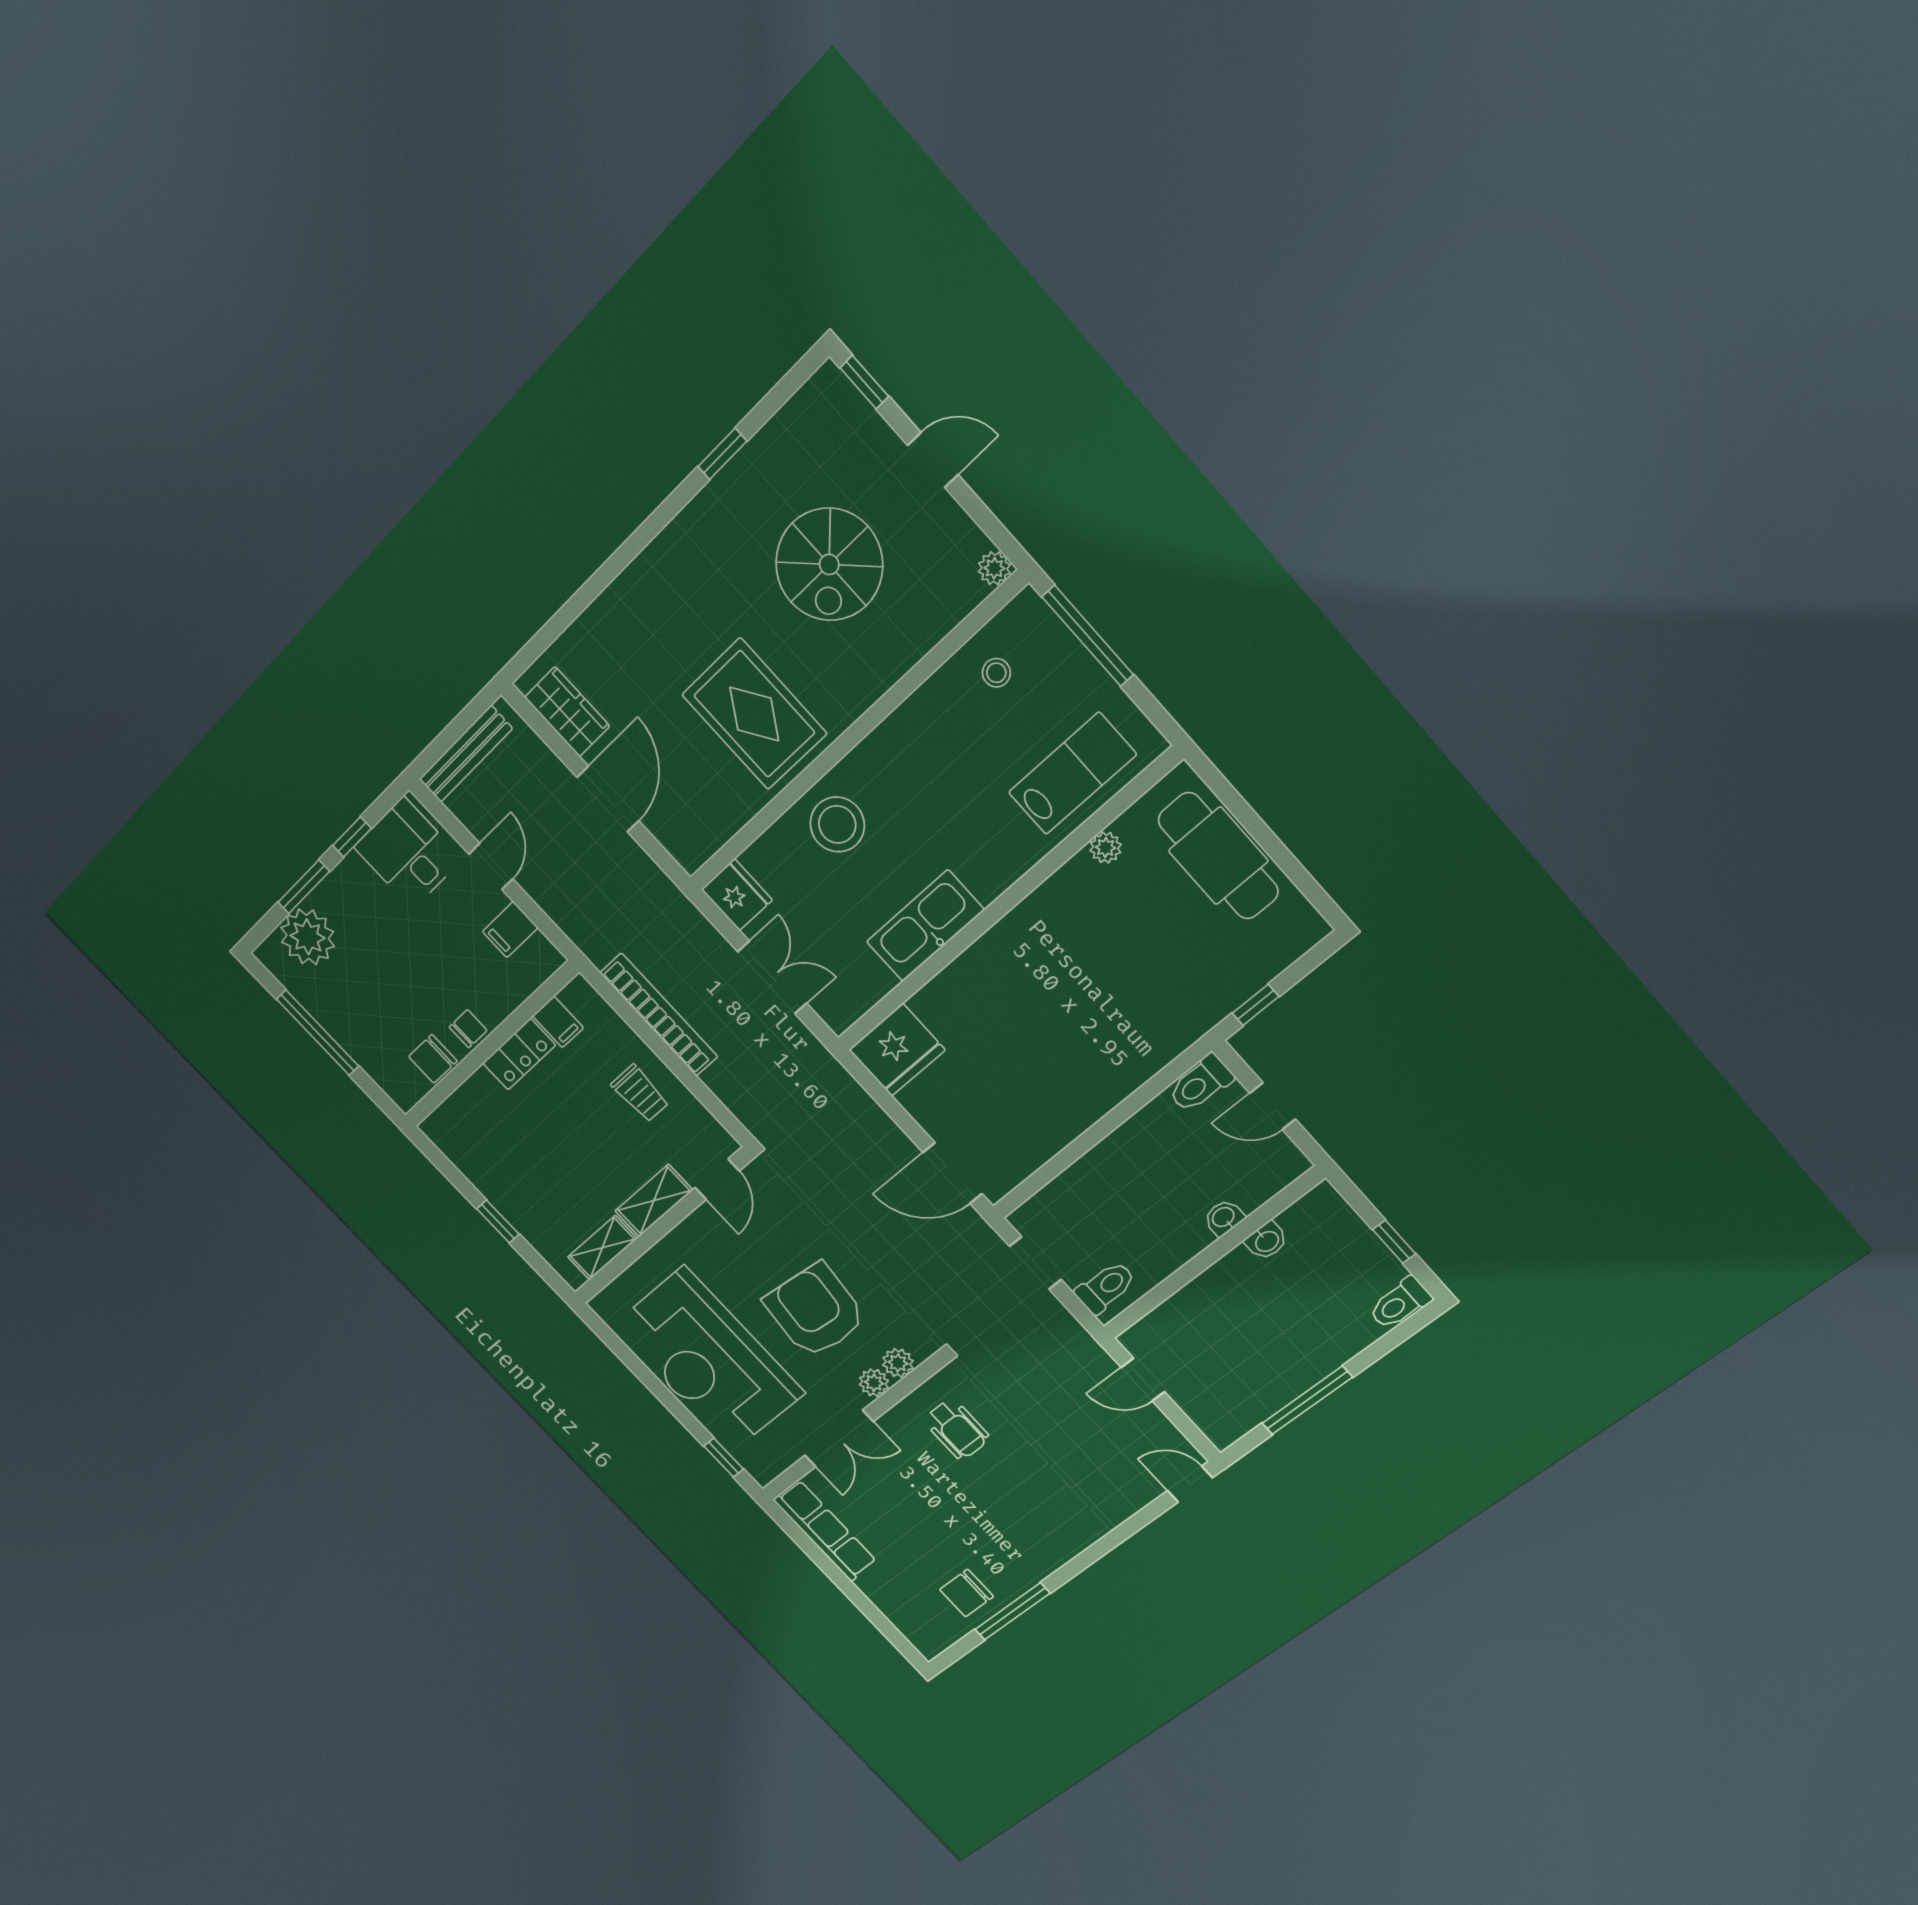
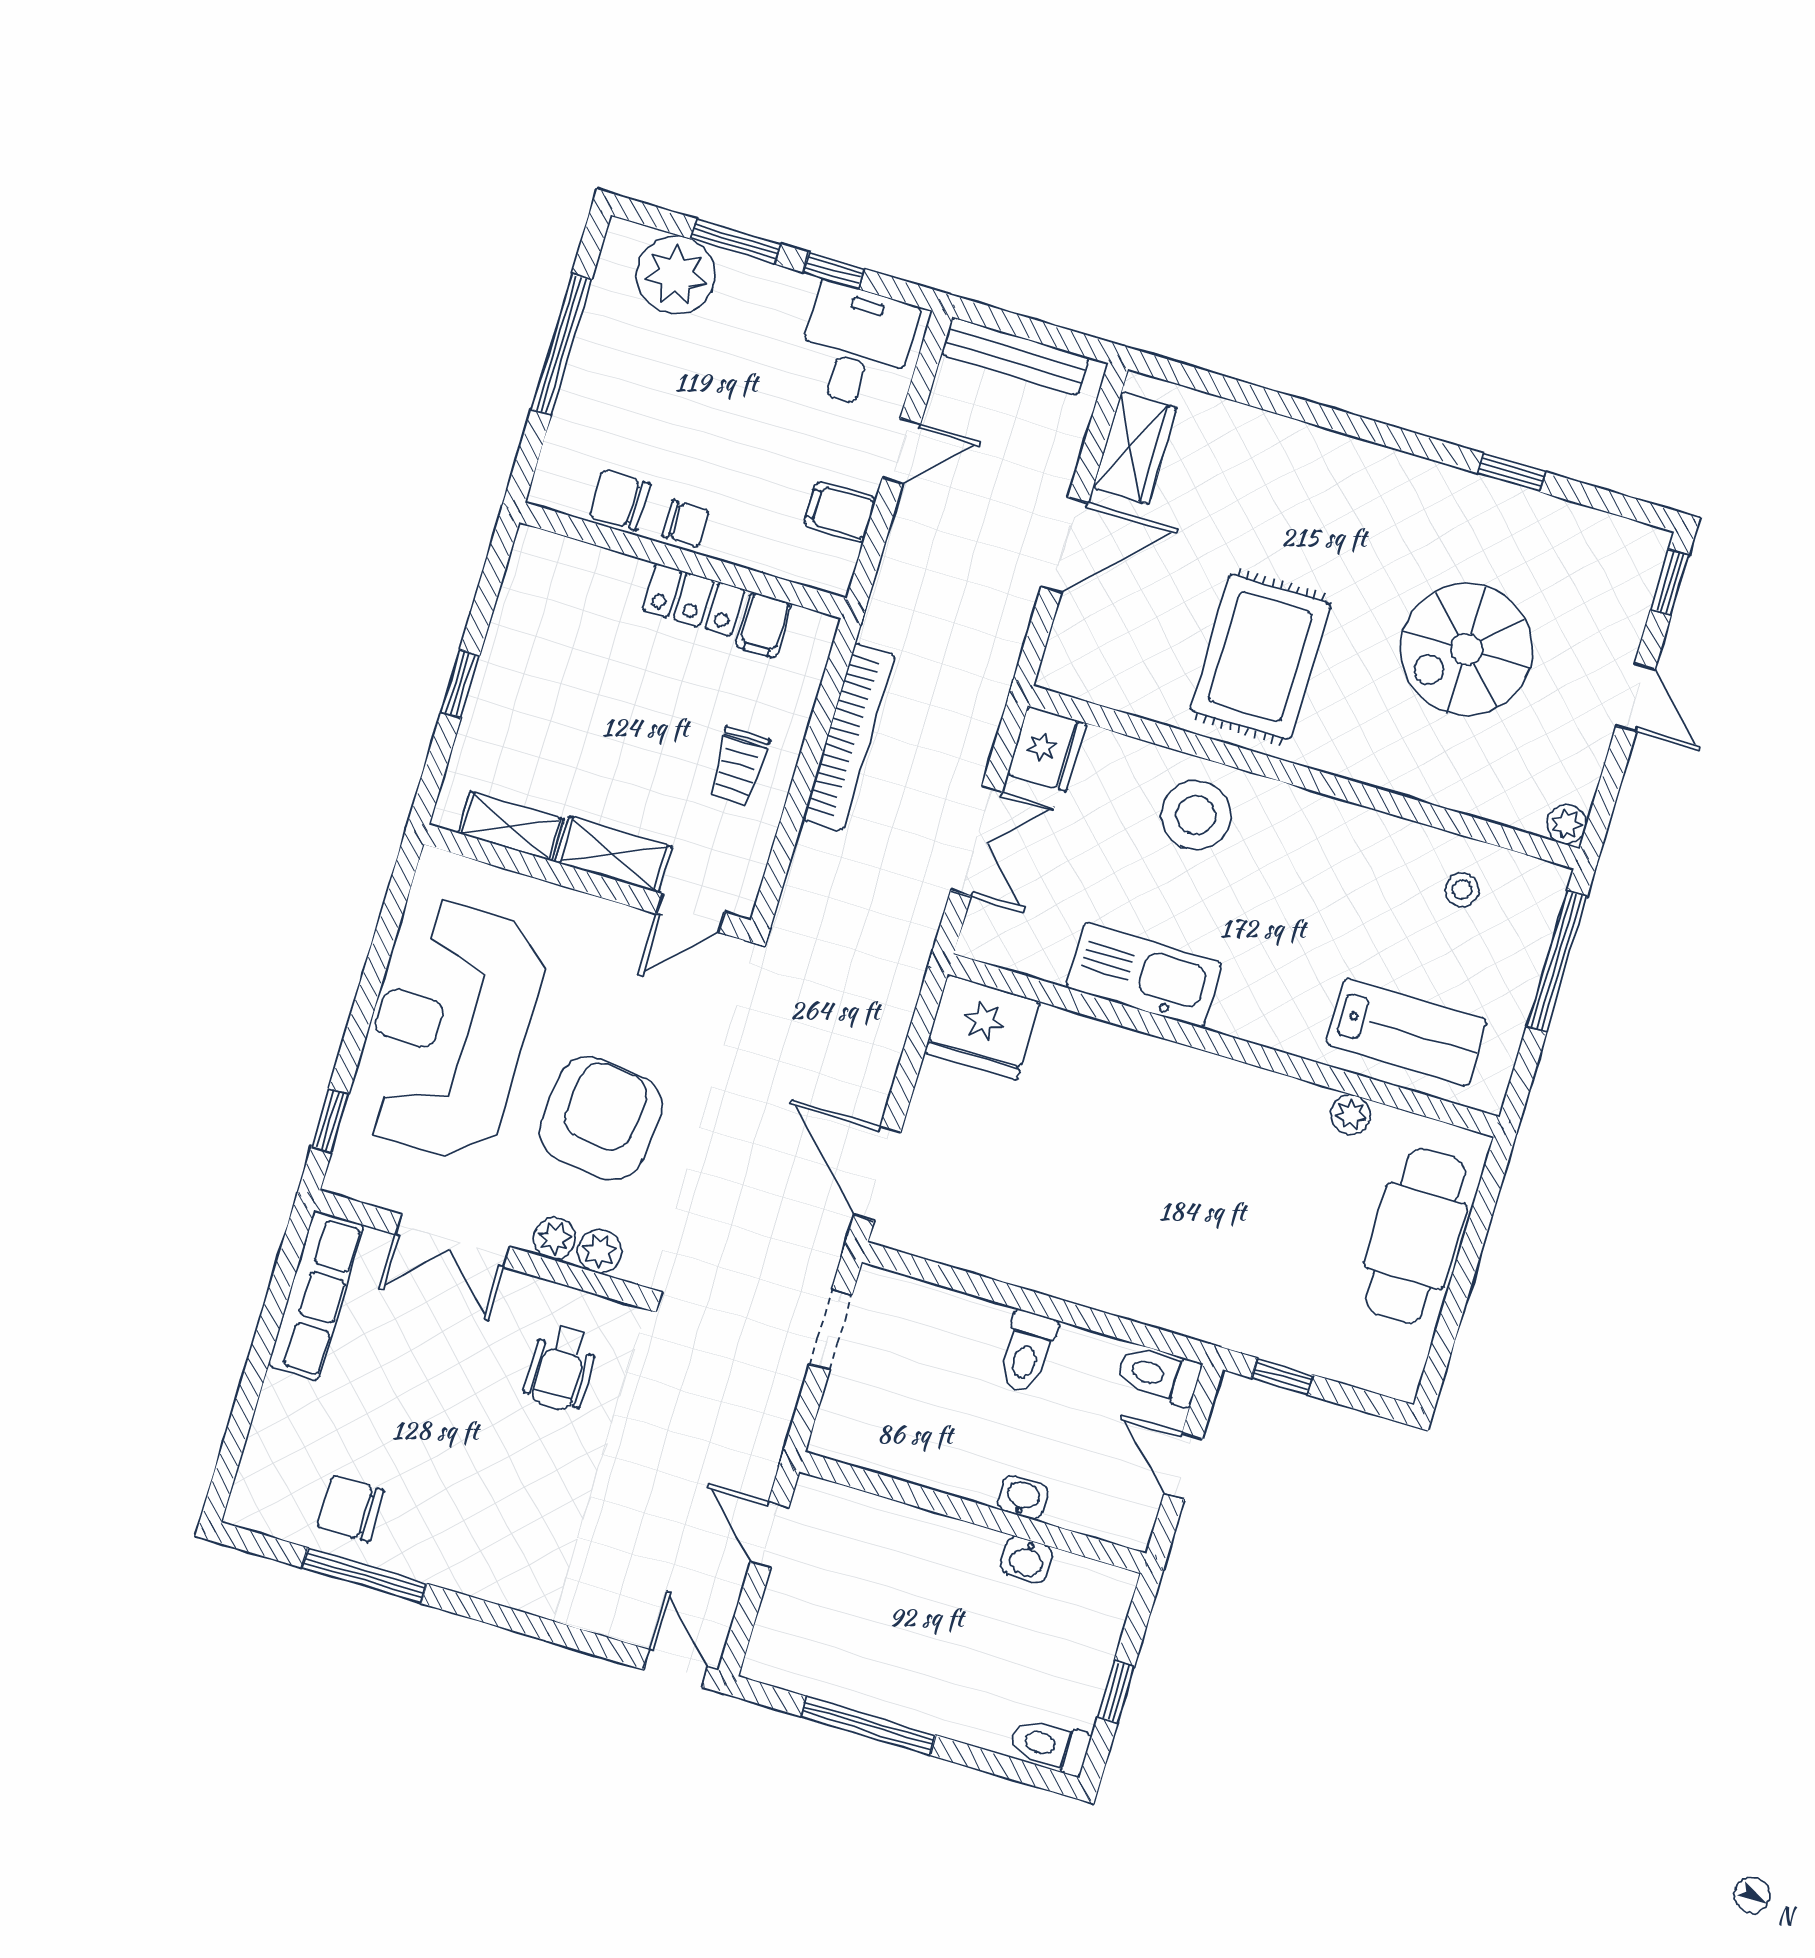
toilet: (1106, 1287) -> (1027, 1352), moved, turned 90

